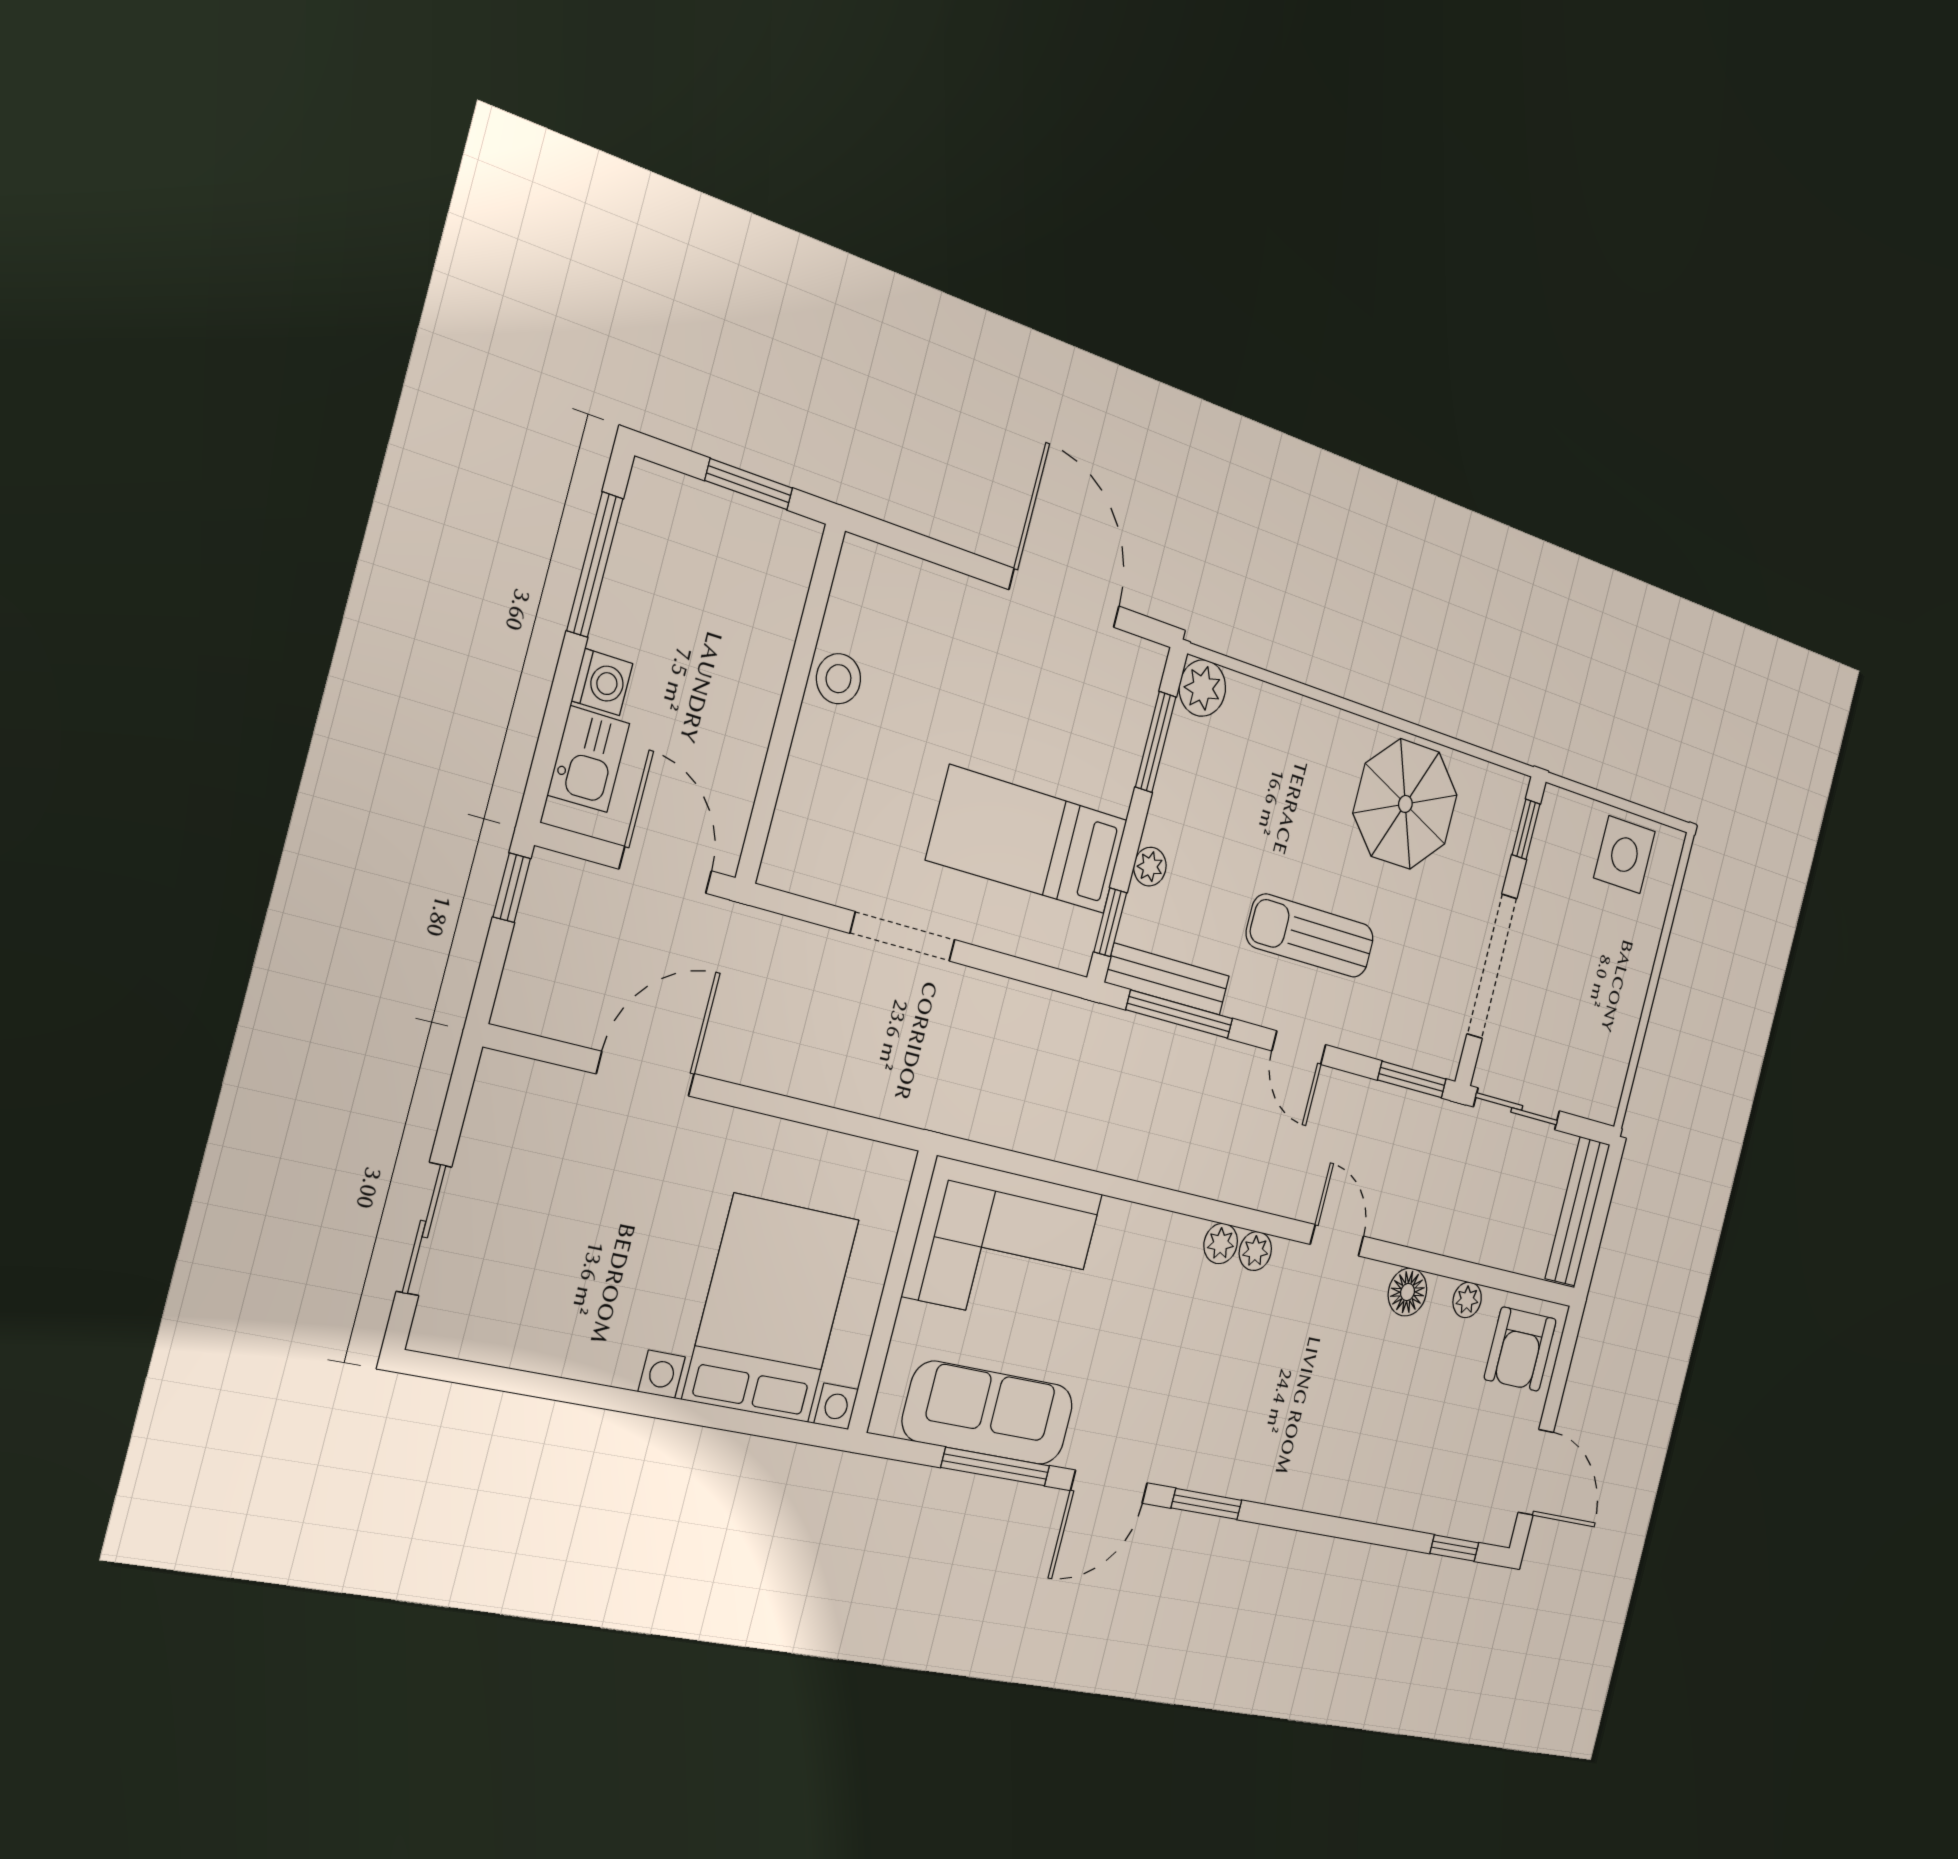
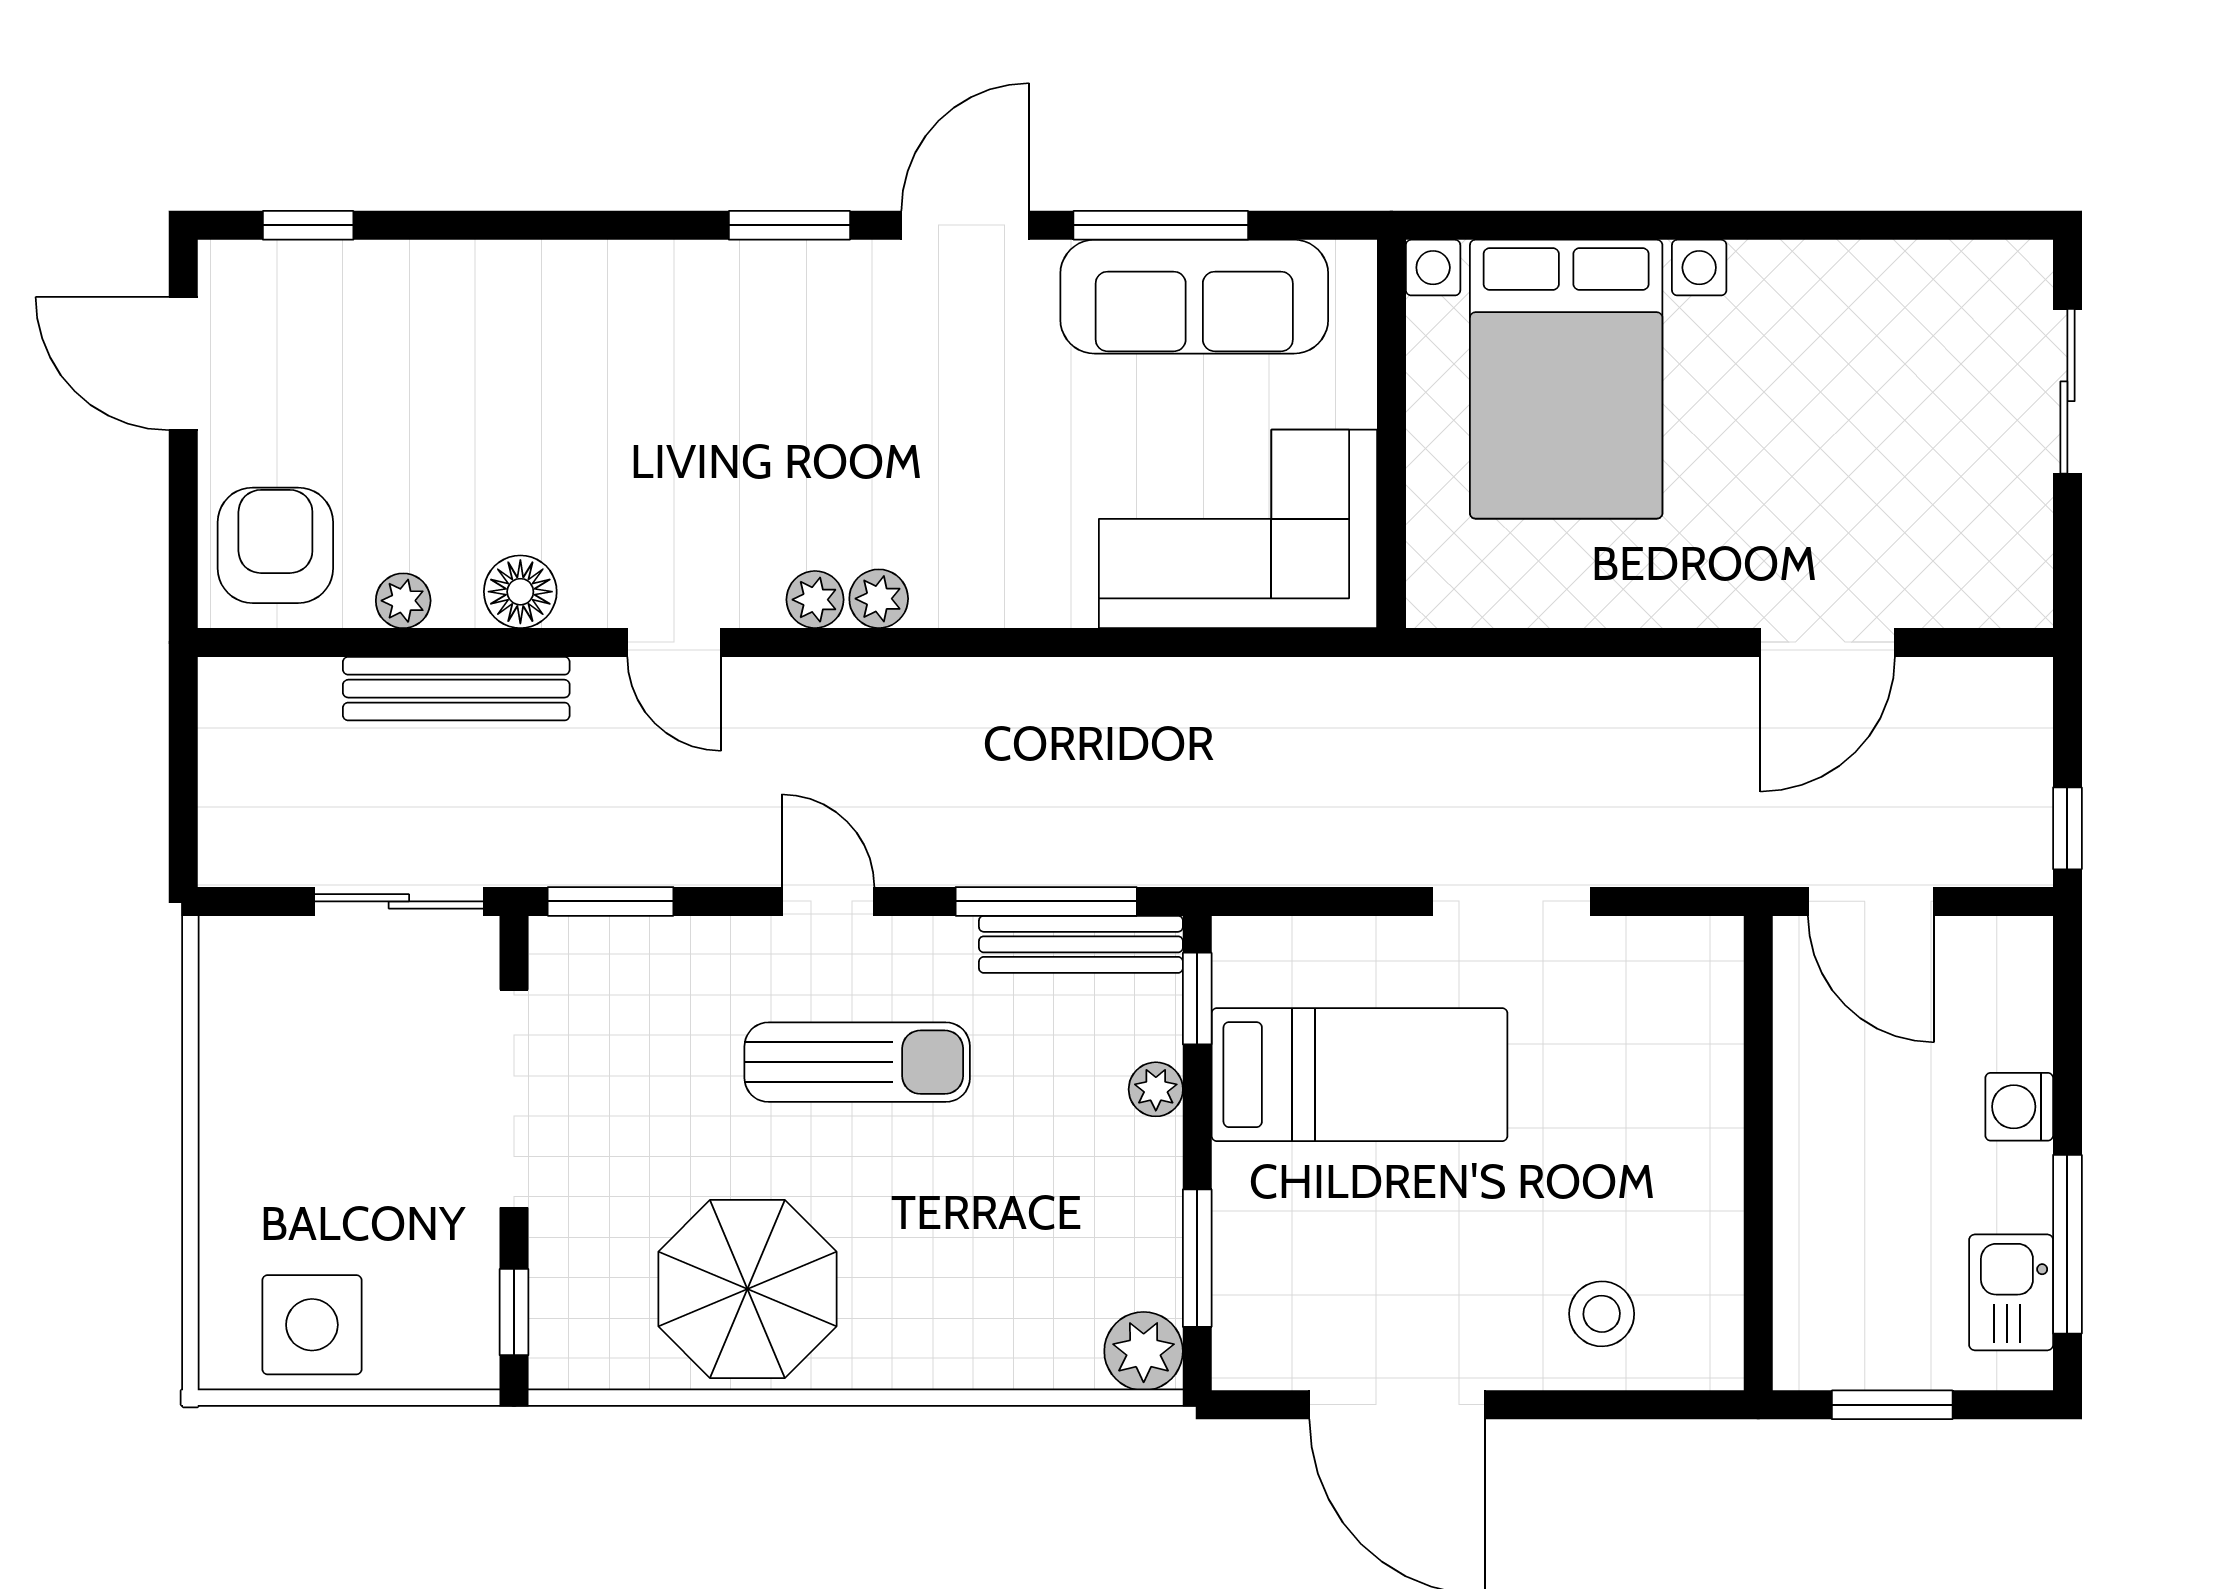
stool: (838, 679) -> (1602, 1314), moved
kitchen sink: (588, 759) -> (2011, 1292), moved
bench: (1578, 1211) -> (456, 689), moved, turned 90

